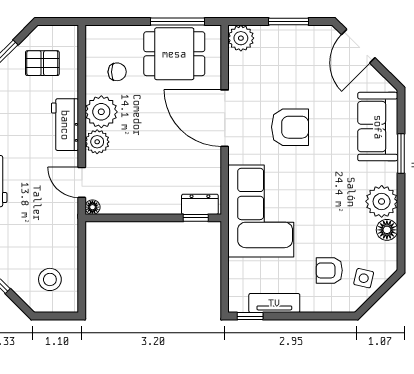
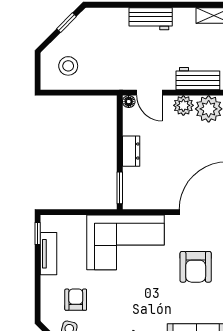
door: (82, 182) -> (149, 93), swing flipped
dresser: (200, 204) -> (131, 151), moved
window: (196, 218) -> (120, 188), width x1.50

